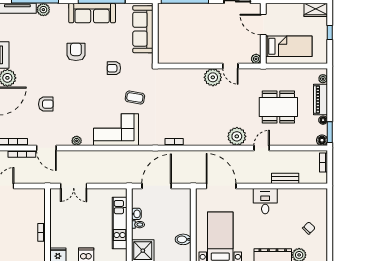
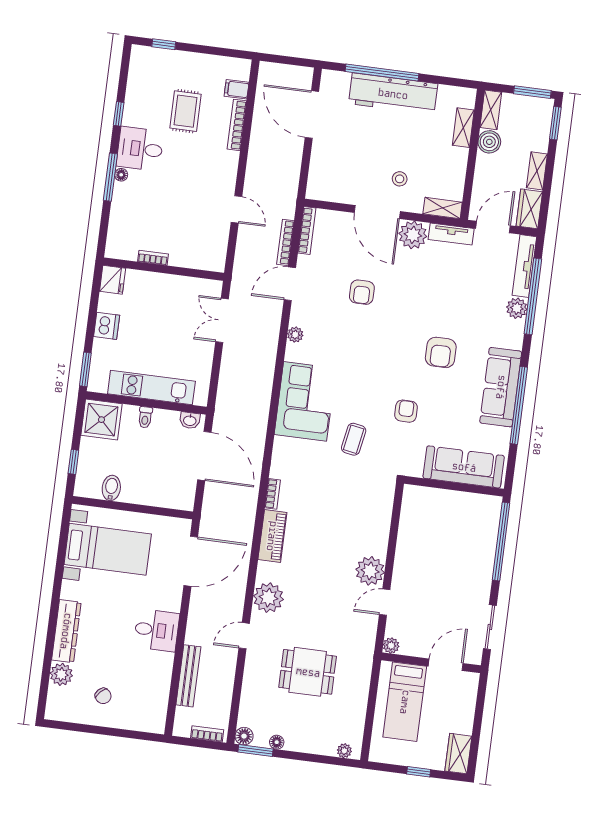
armchair: (76, 52) -> (441, 352), turned 90
piano: (320, 99) -> (272, 536), moved, turned 90
dining table: (278, 107) -> (308, 672), width x0.73
door: (262, 148) -> (244, 636), swing flipped
bench: (285, 178) -> (188, 676), width x1.36
washbasin: (136, 214) -> (190, 420), moved

